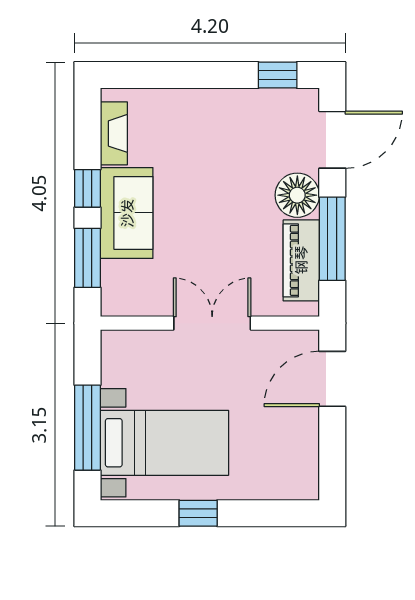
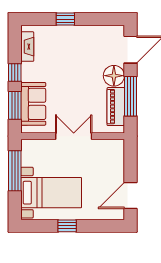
window: (278, 75) -> (65, 19), moved
sofa: (127, 213) -> (33, 104), moved
door: (332, 379) -> (130, 195), moved
window: (87, 428) -> (15, 171), moved

